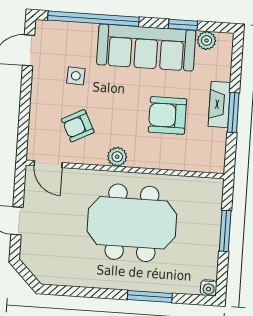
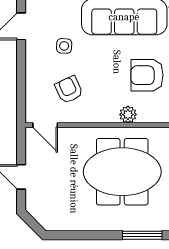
armchair: (78, 126) -> (69, 90), turned 92
plant: (117, 157) -> (128, 115), moved

